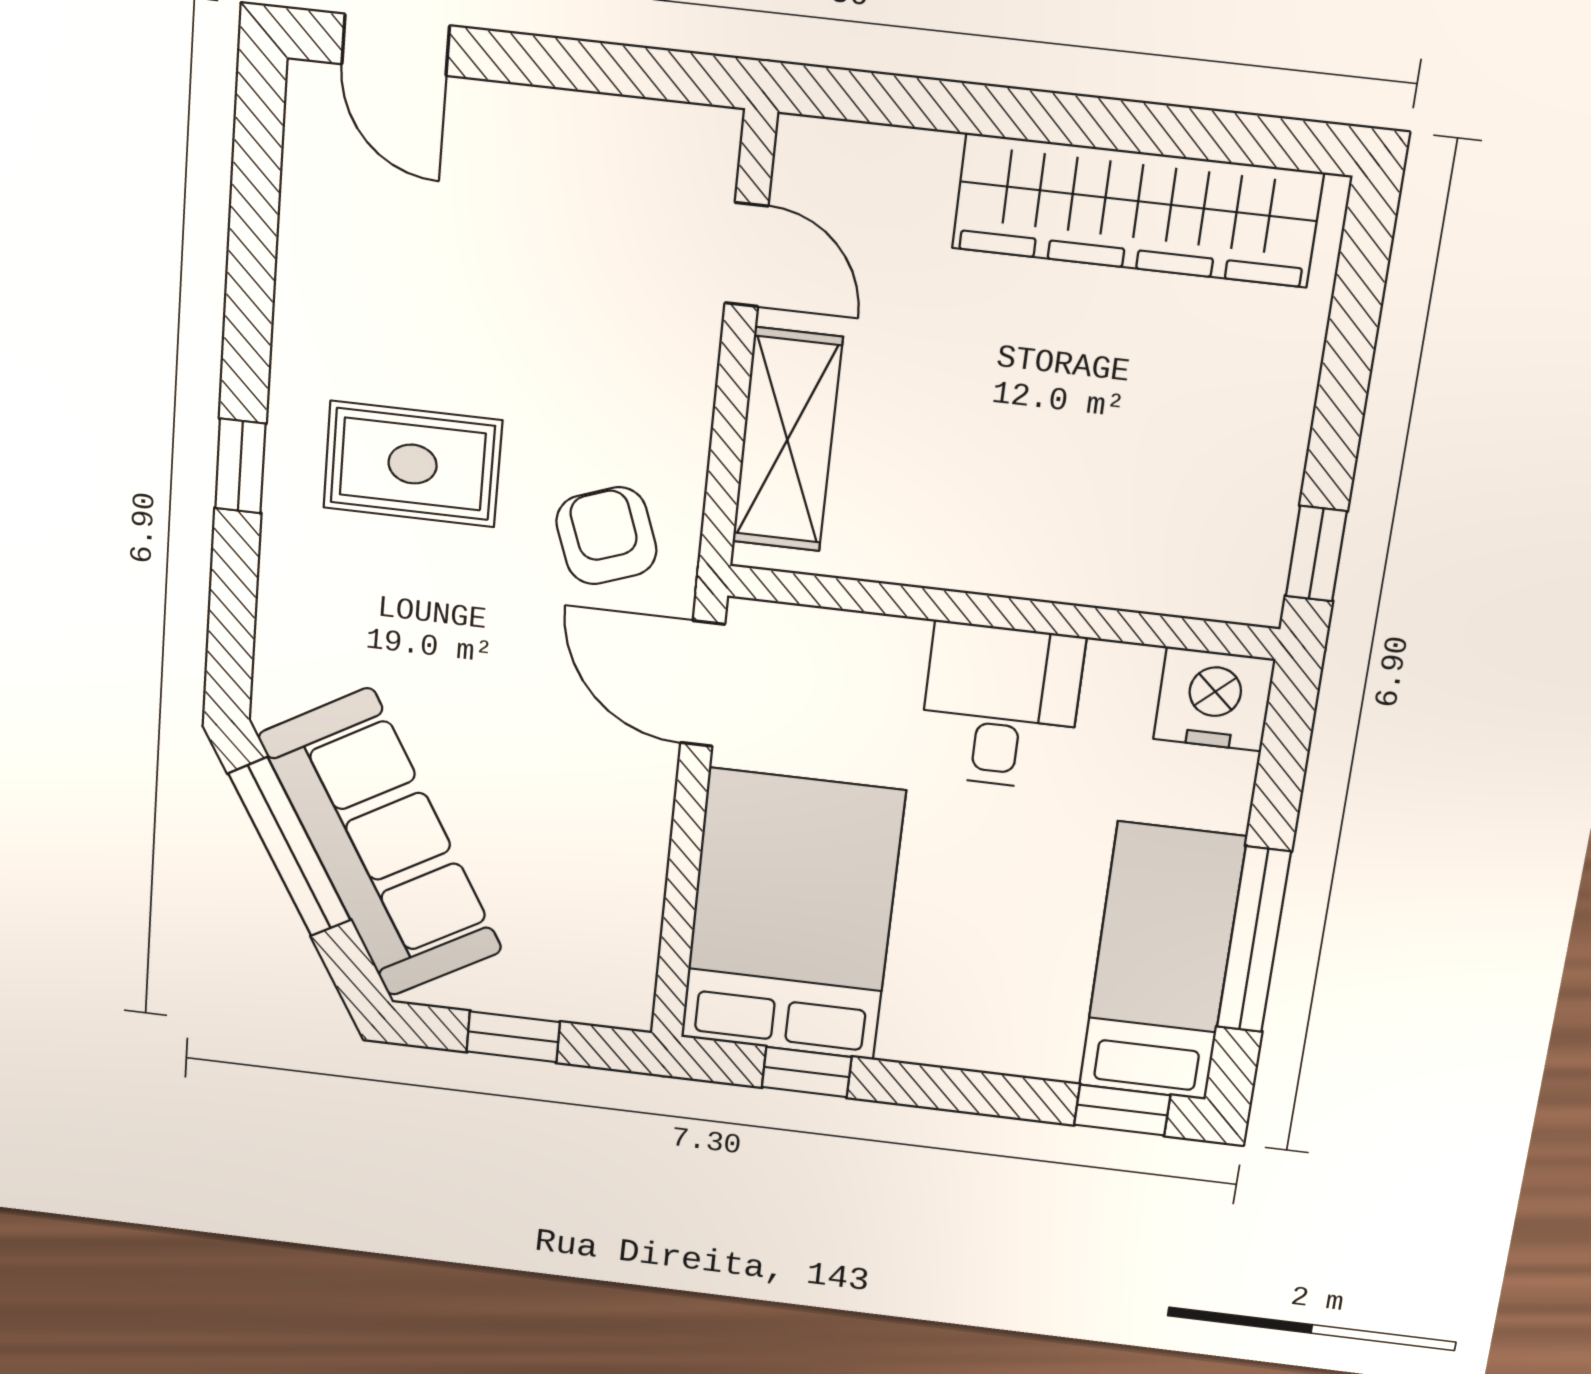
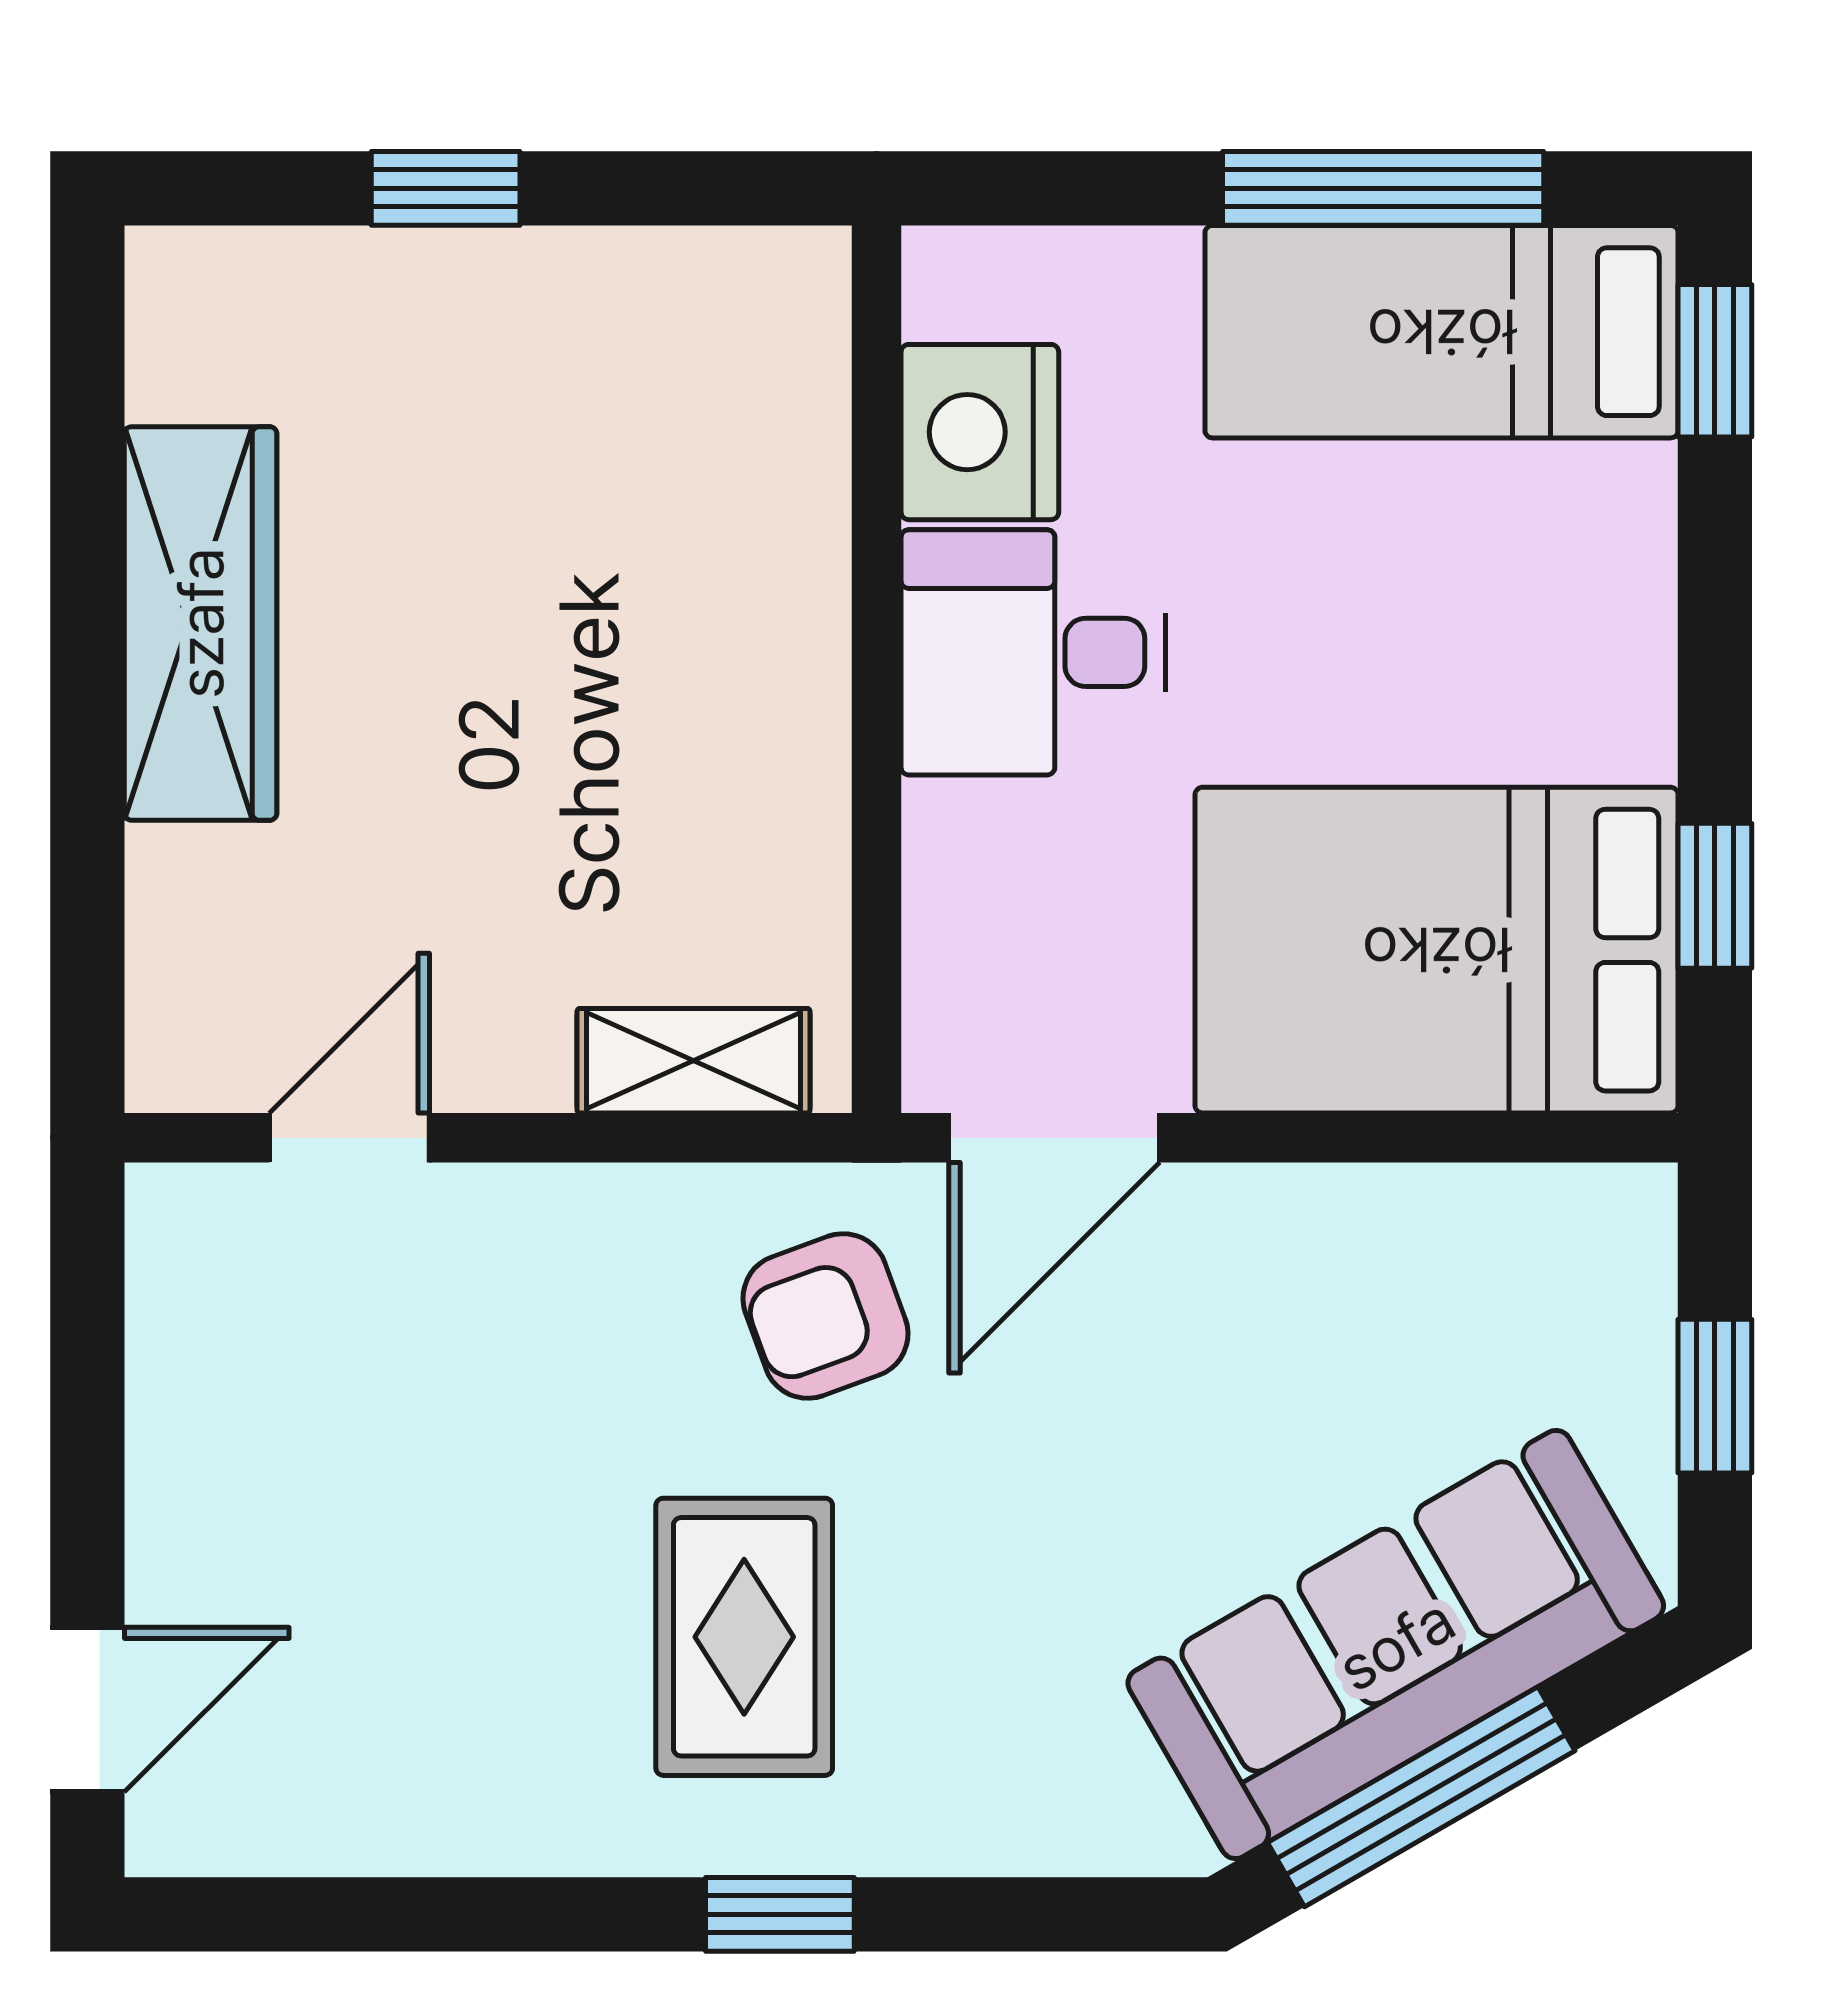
wardrobe: (1137, 210) -> (201, 623), width x0.71, depth x0.85
shelving: (787, 440) -> (694, 1061), width x0.67, depth x0.75
window: (1316, 554) -> (446, 188), moved
nightstand: (1214, 699) -> (980, 432), moved

